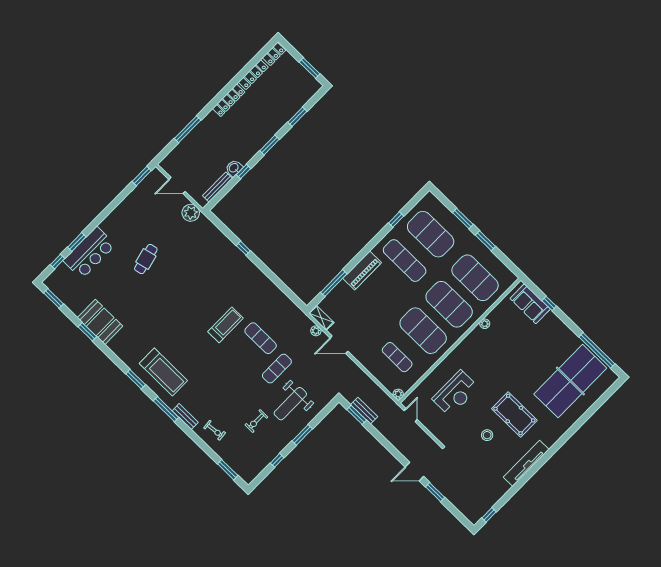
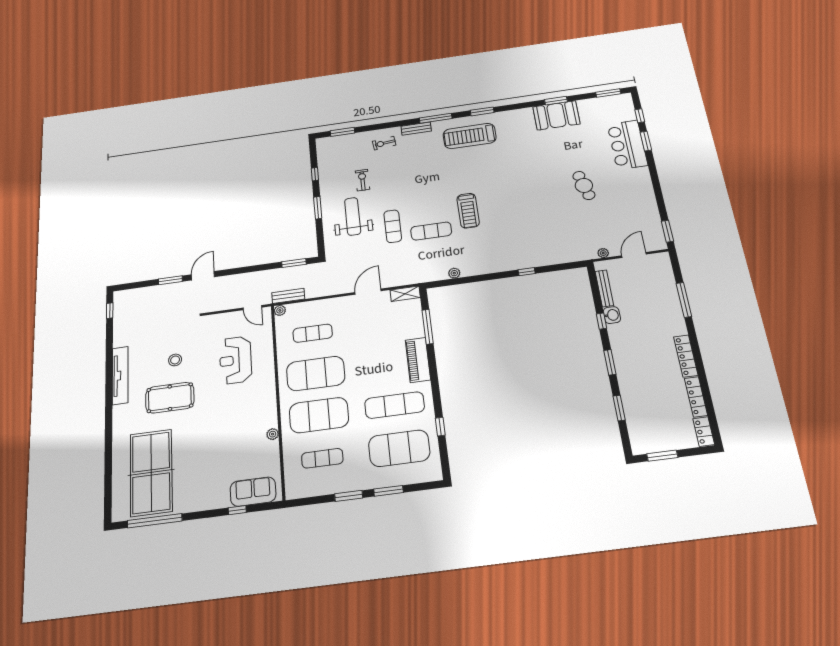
plant: (191, 213) -> (603, 253), width x0.53, depth x0.53
exercise mat: (475, 278) -> (322, 458), width x0.50, depth x0.69
plant: (316, 331) -> (454, 273), moved
bench: (364, 411) -> (288, 296), moved

